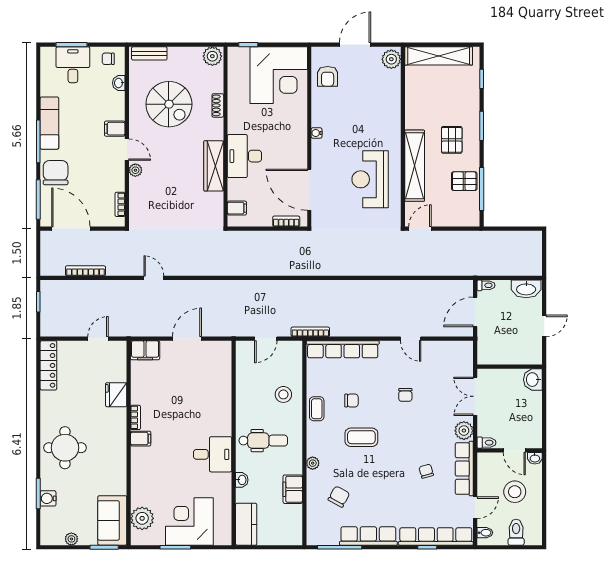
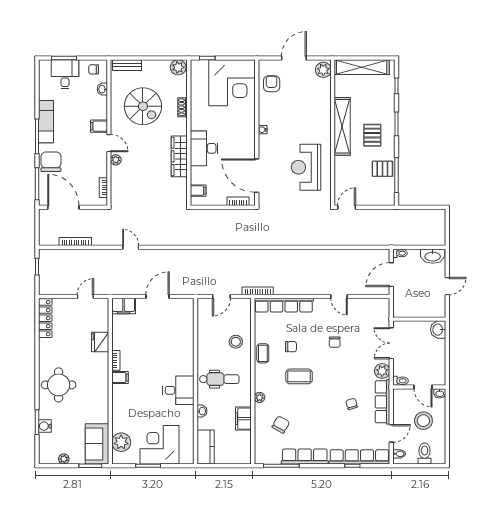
armchair: (328, 76) -> (272, 84), turned 180
shelving: (415, 166) -> (342, 126), moved

